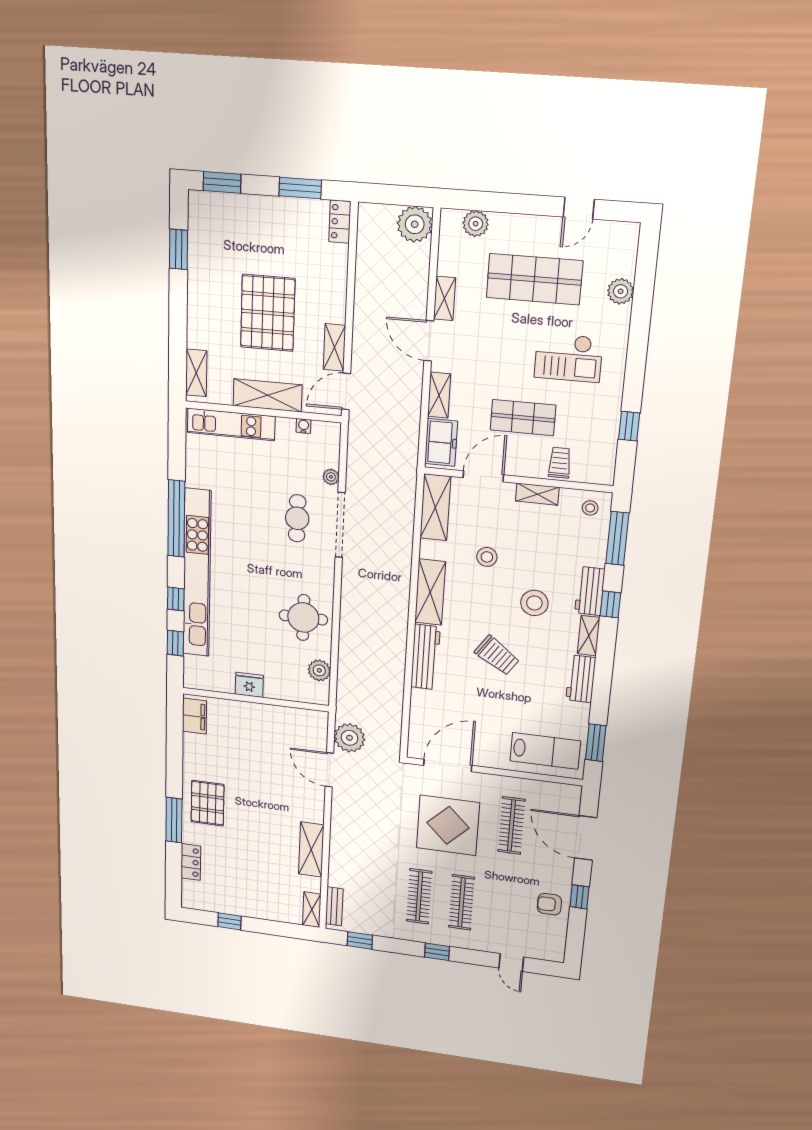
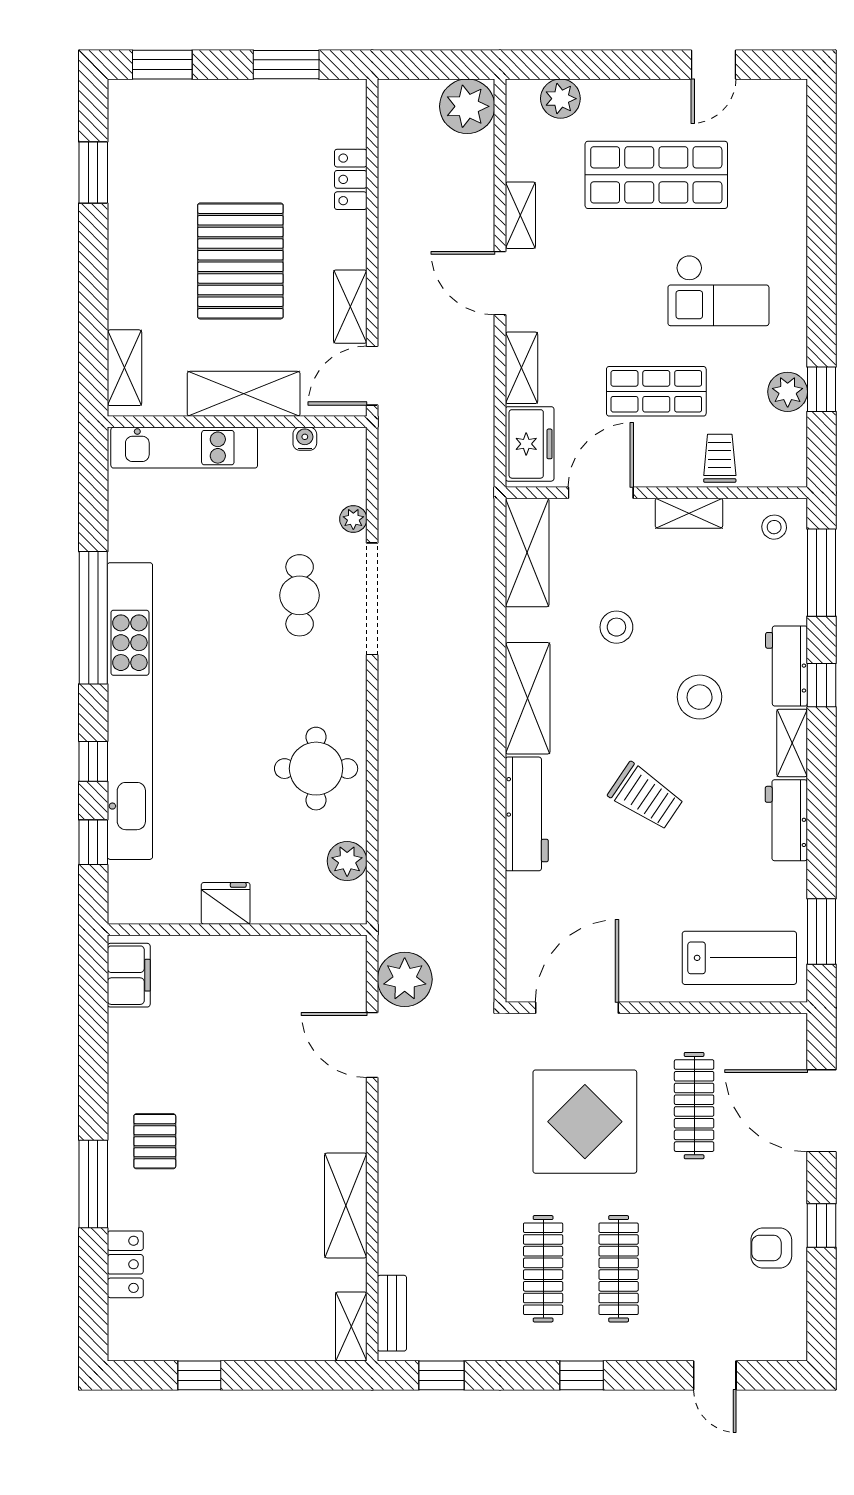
locker: (340, 222) -> (351, 179), moved
plant: (621, 291) -> (788, 392), moved
pallet: (208, 803) -> (155, 1141), width x0.67, depth x0.71

